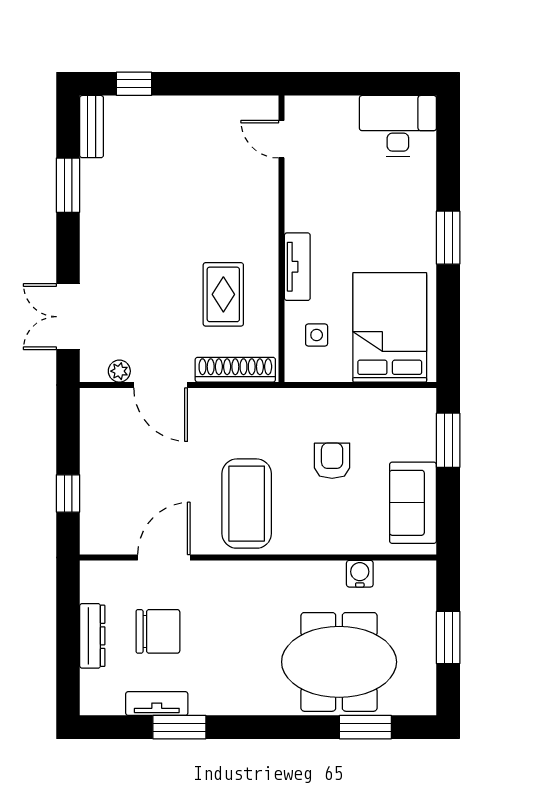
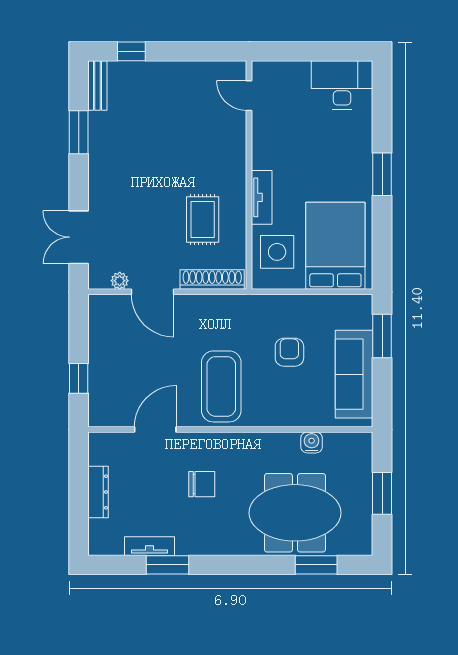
side table: (317, 335) -> (277, 252), width x1.87, depth x1.87
sofa: (413, 503) -> (354, 374), width x1.36
chair: (158, 631) -> (202, 484), moved, width x0.73, depth x0.73

